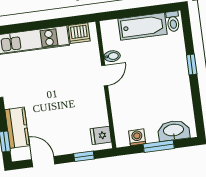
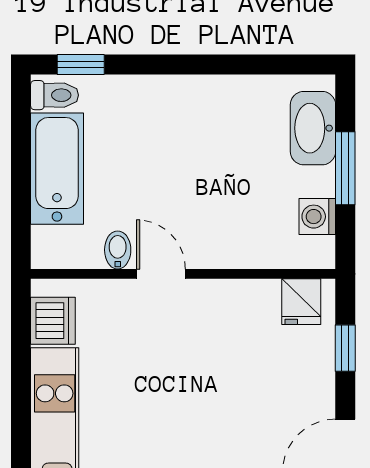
window: (192, 64) -> (81, 65), moved

